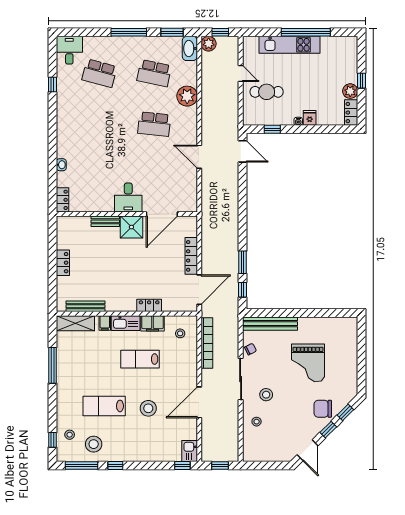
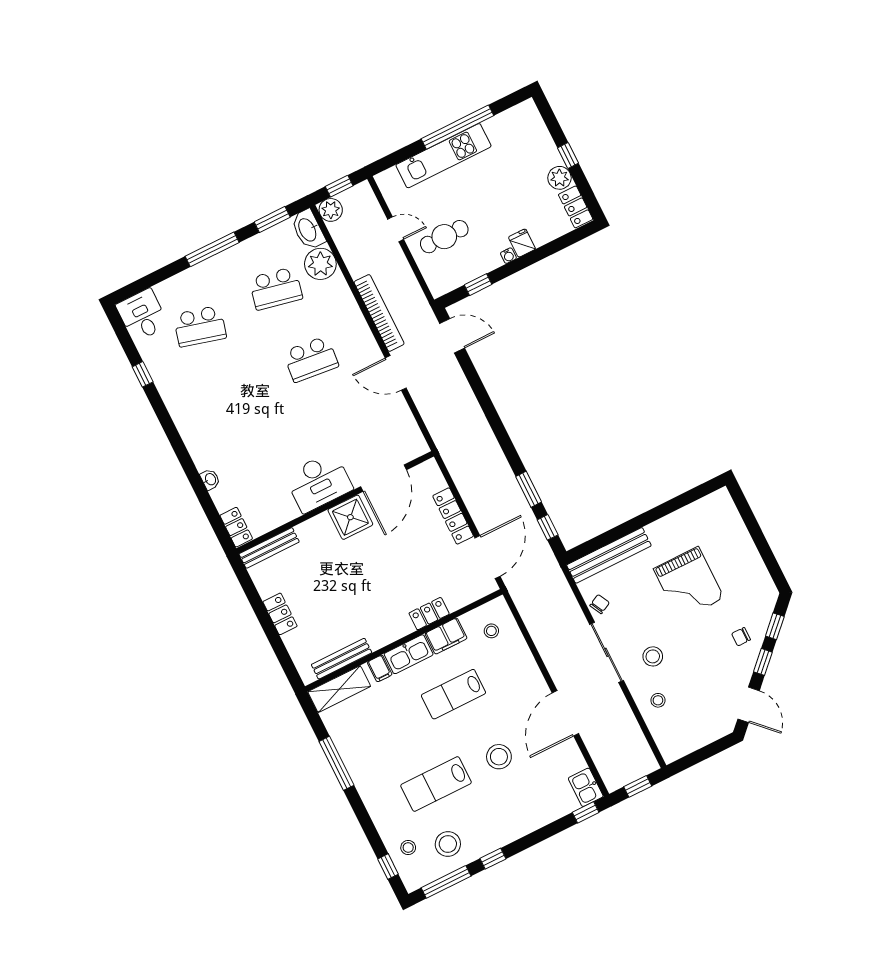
plant: (187, 96) -> (320, 264), moved
desk: (128, 198) -> (319, 482), width x1.37
bench: (105, 221) -> (269, 548), moved, width x1.36
bookcase: (207, 343) -> (379, 313), moved
chair: (323, 409) -> (741, 637), width x0.54, depth x0.54

